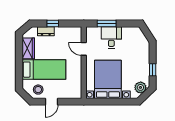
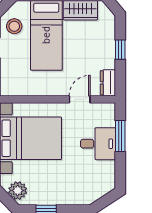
dresser: (46, 31) -> (108, 83), moved

